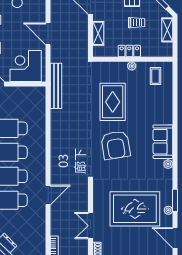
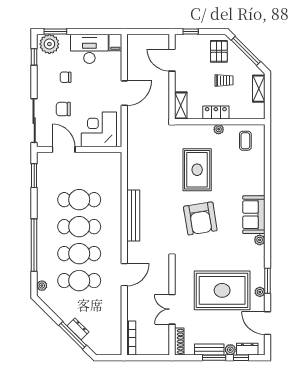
shelving: (98, 33) -> (181, 106), moved
door: (48, 34) -> (124, 93), swing flipped
bench: (56, 86) -> (133, 216), moved

